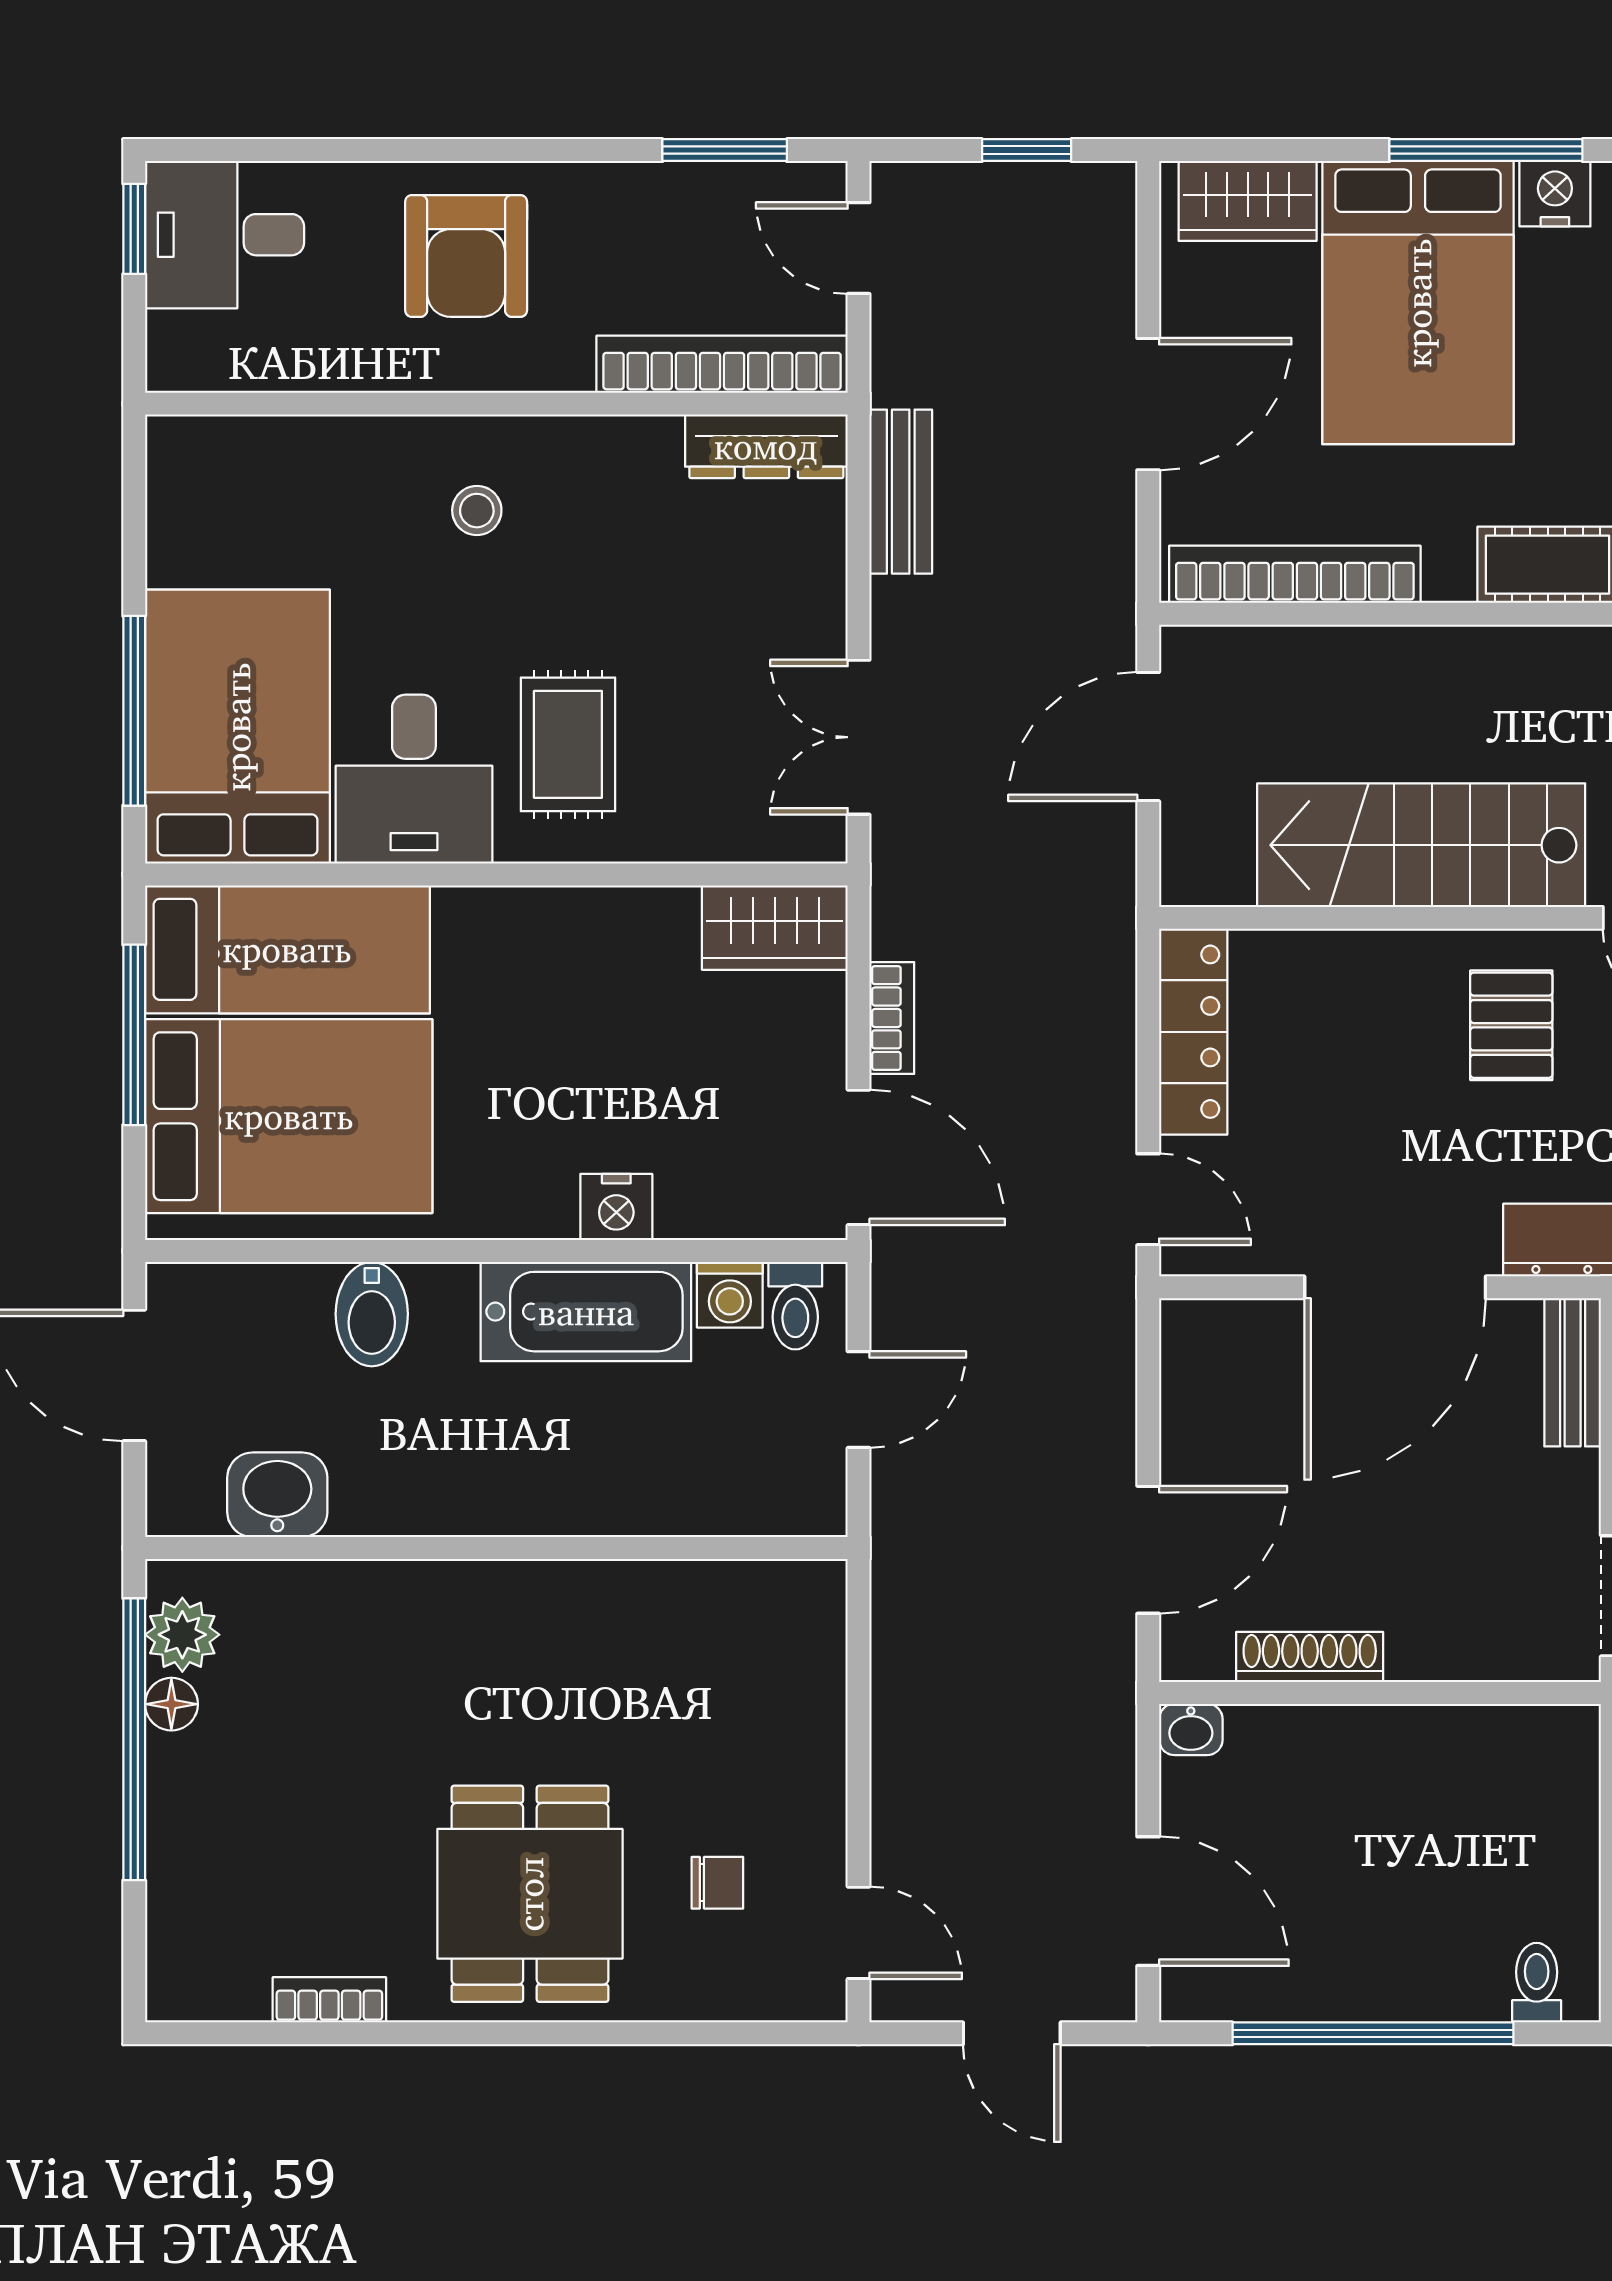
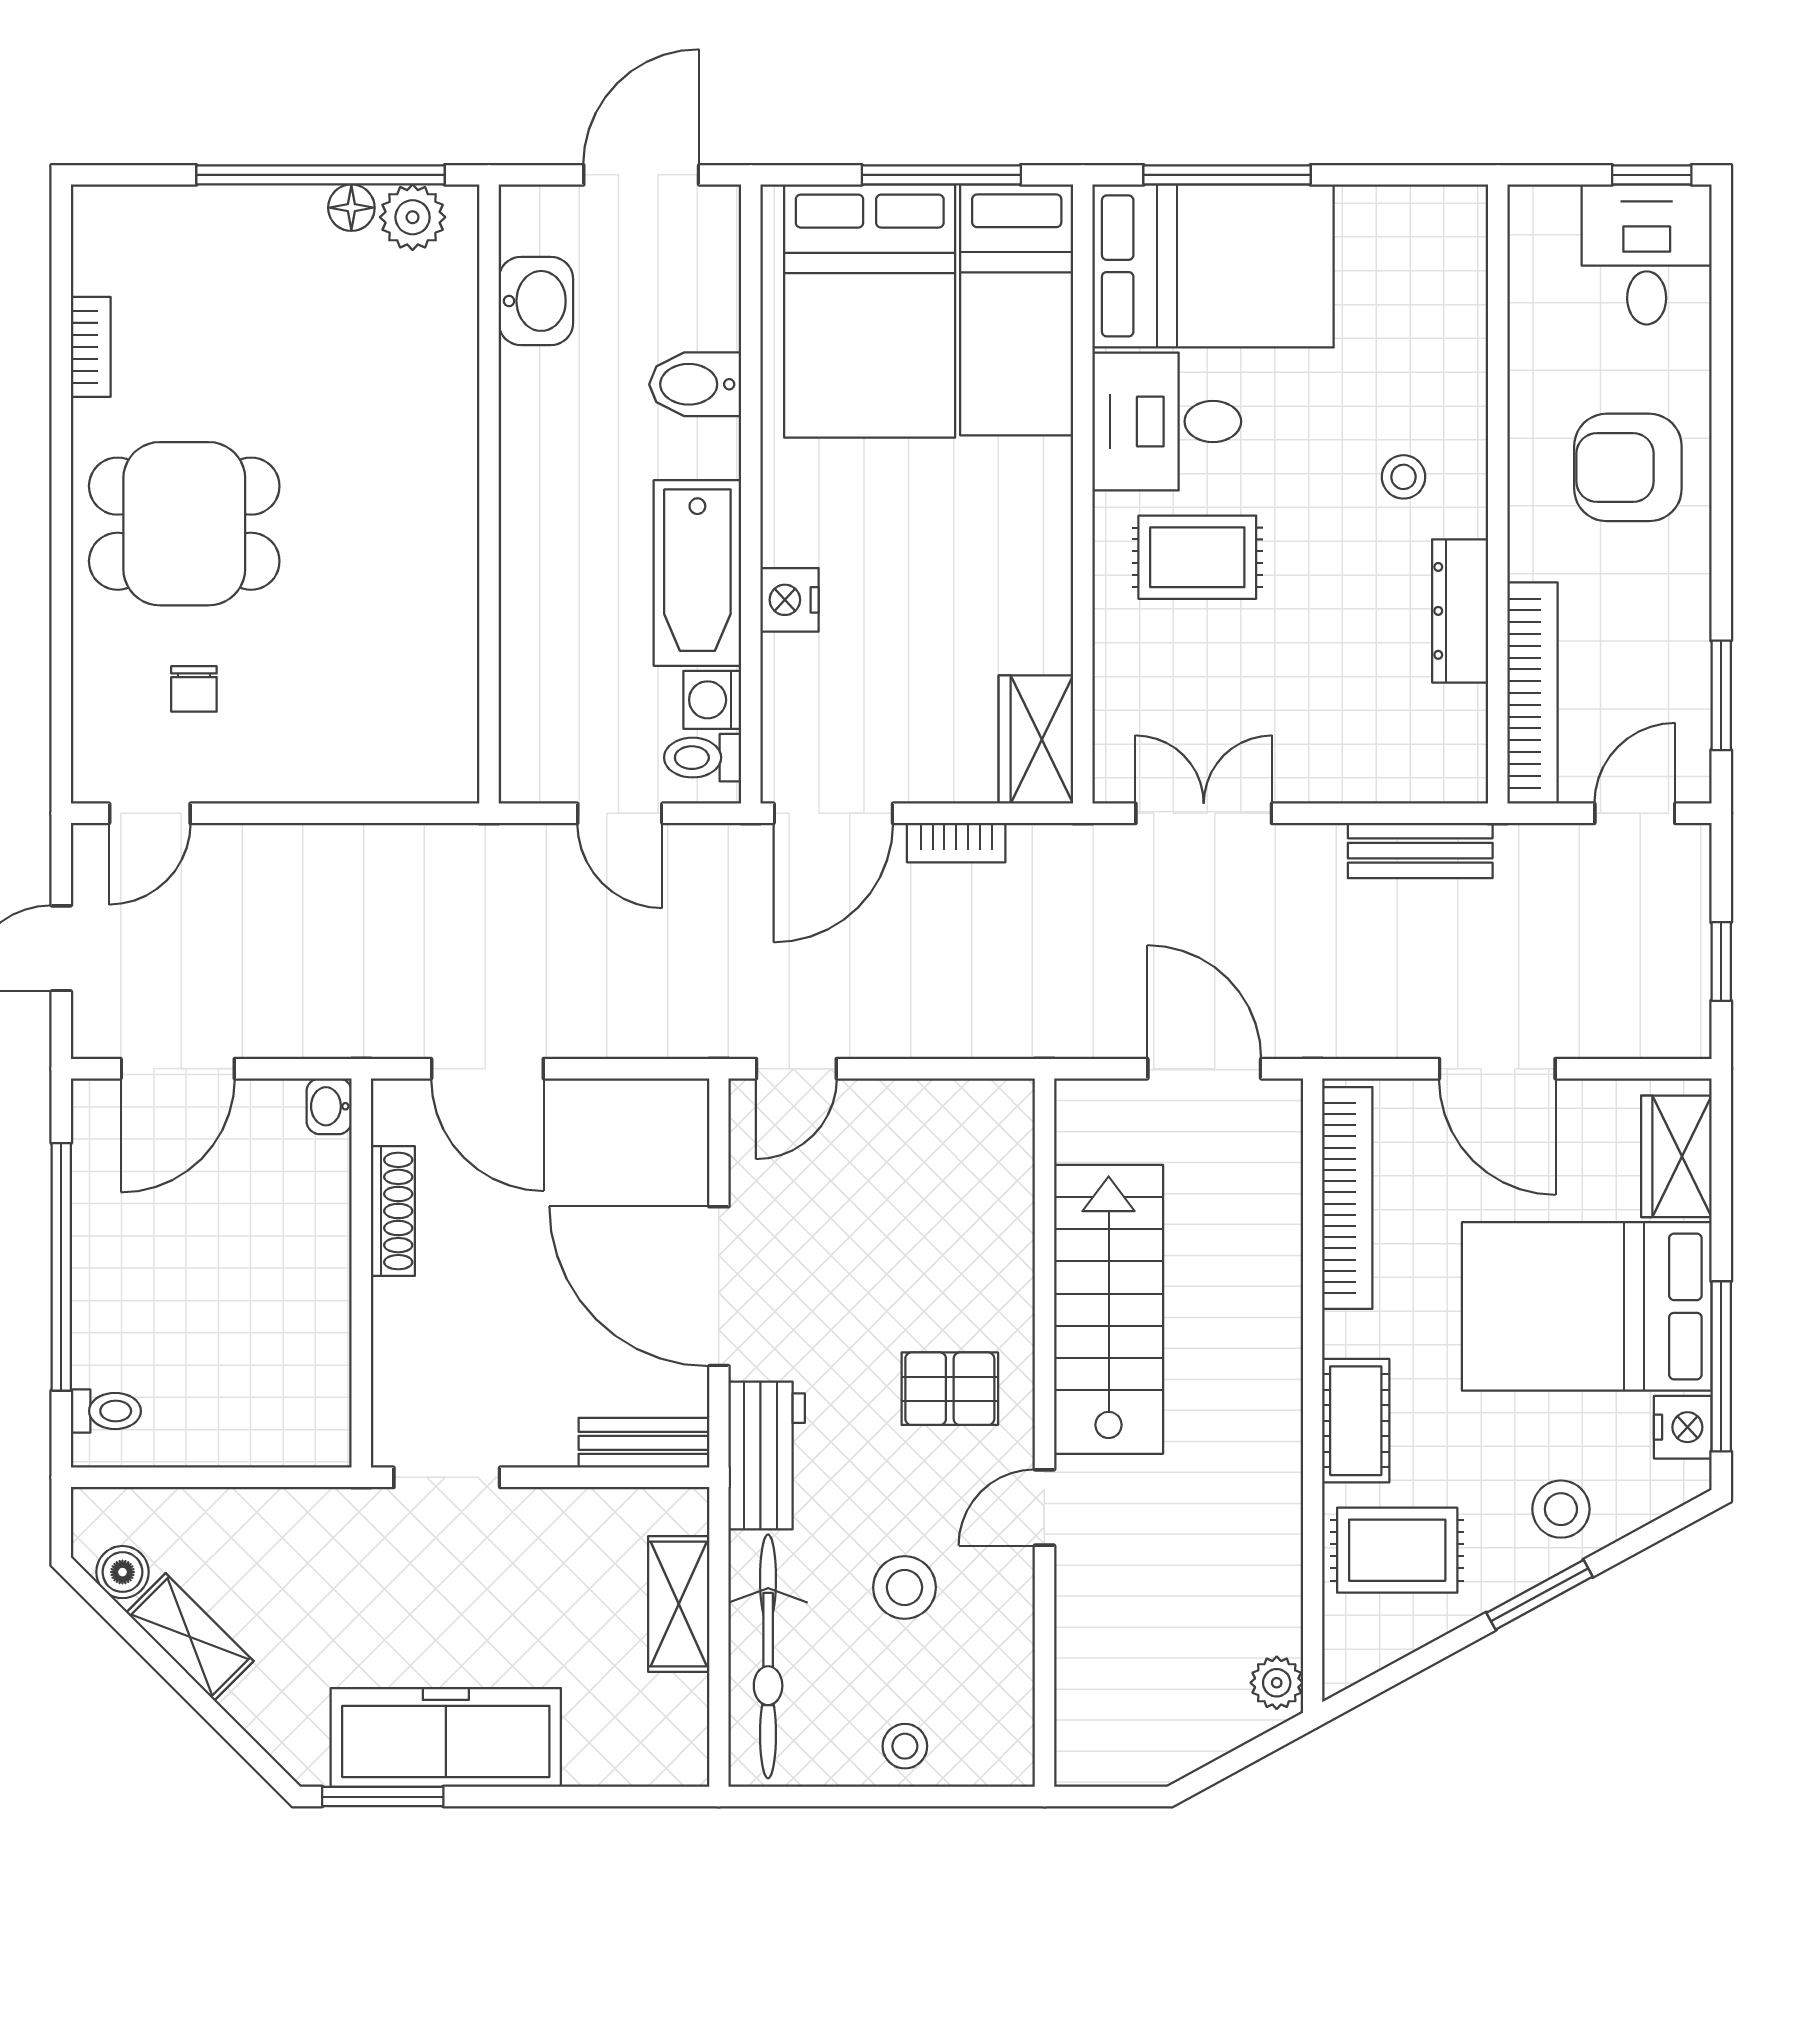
dresser: (766, 446) -> (1460, 611), moved
locker: (1193, 1032) -> (944, 1108), removed

